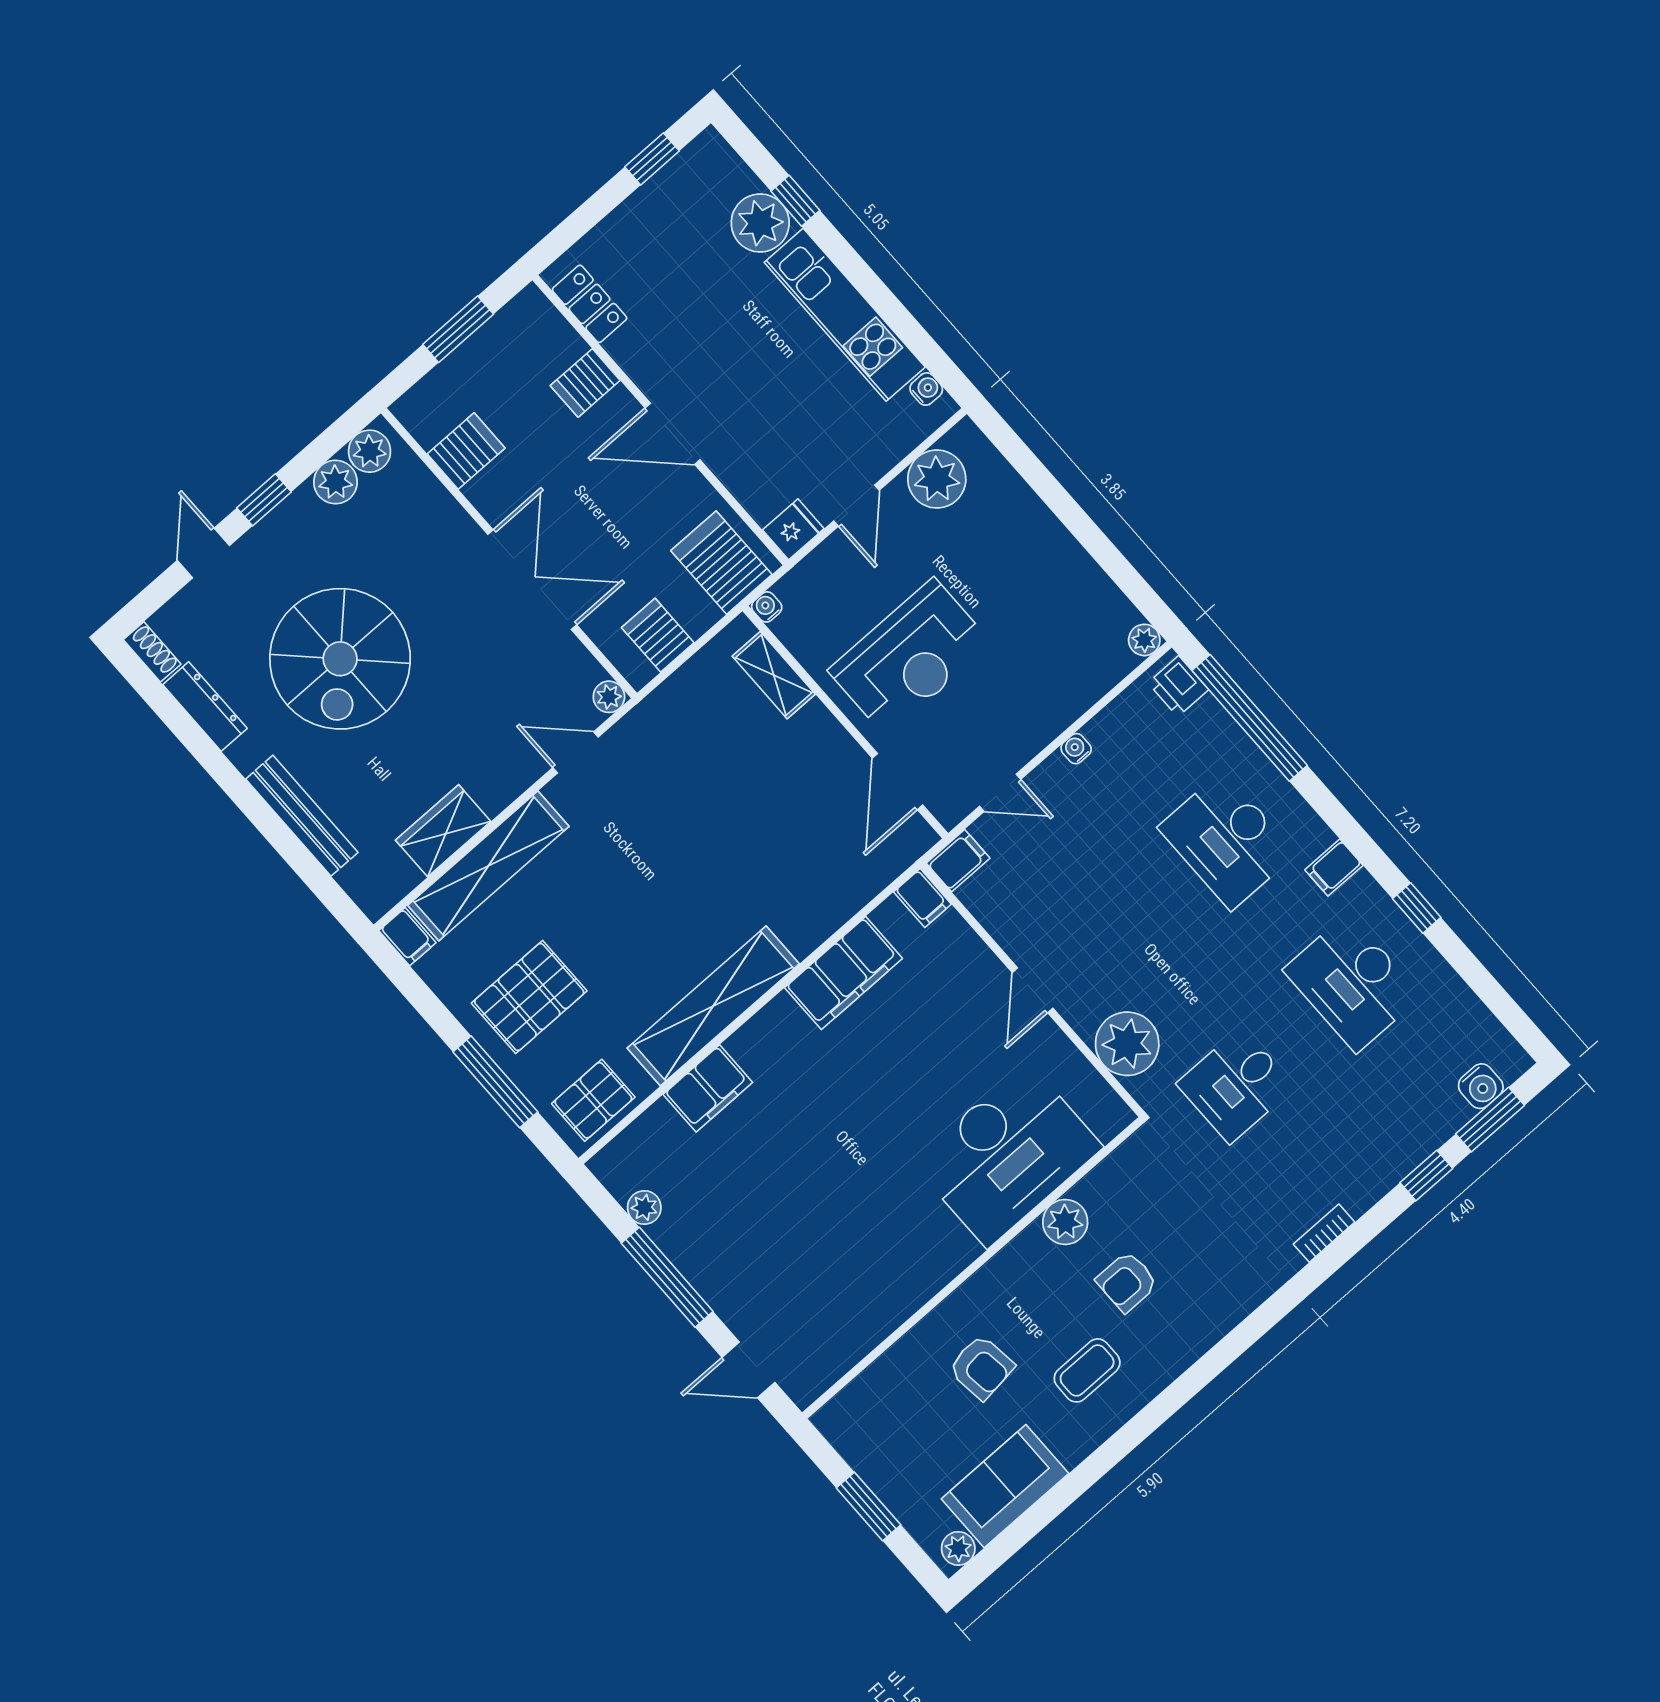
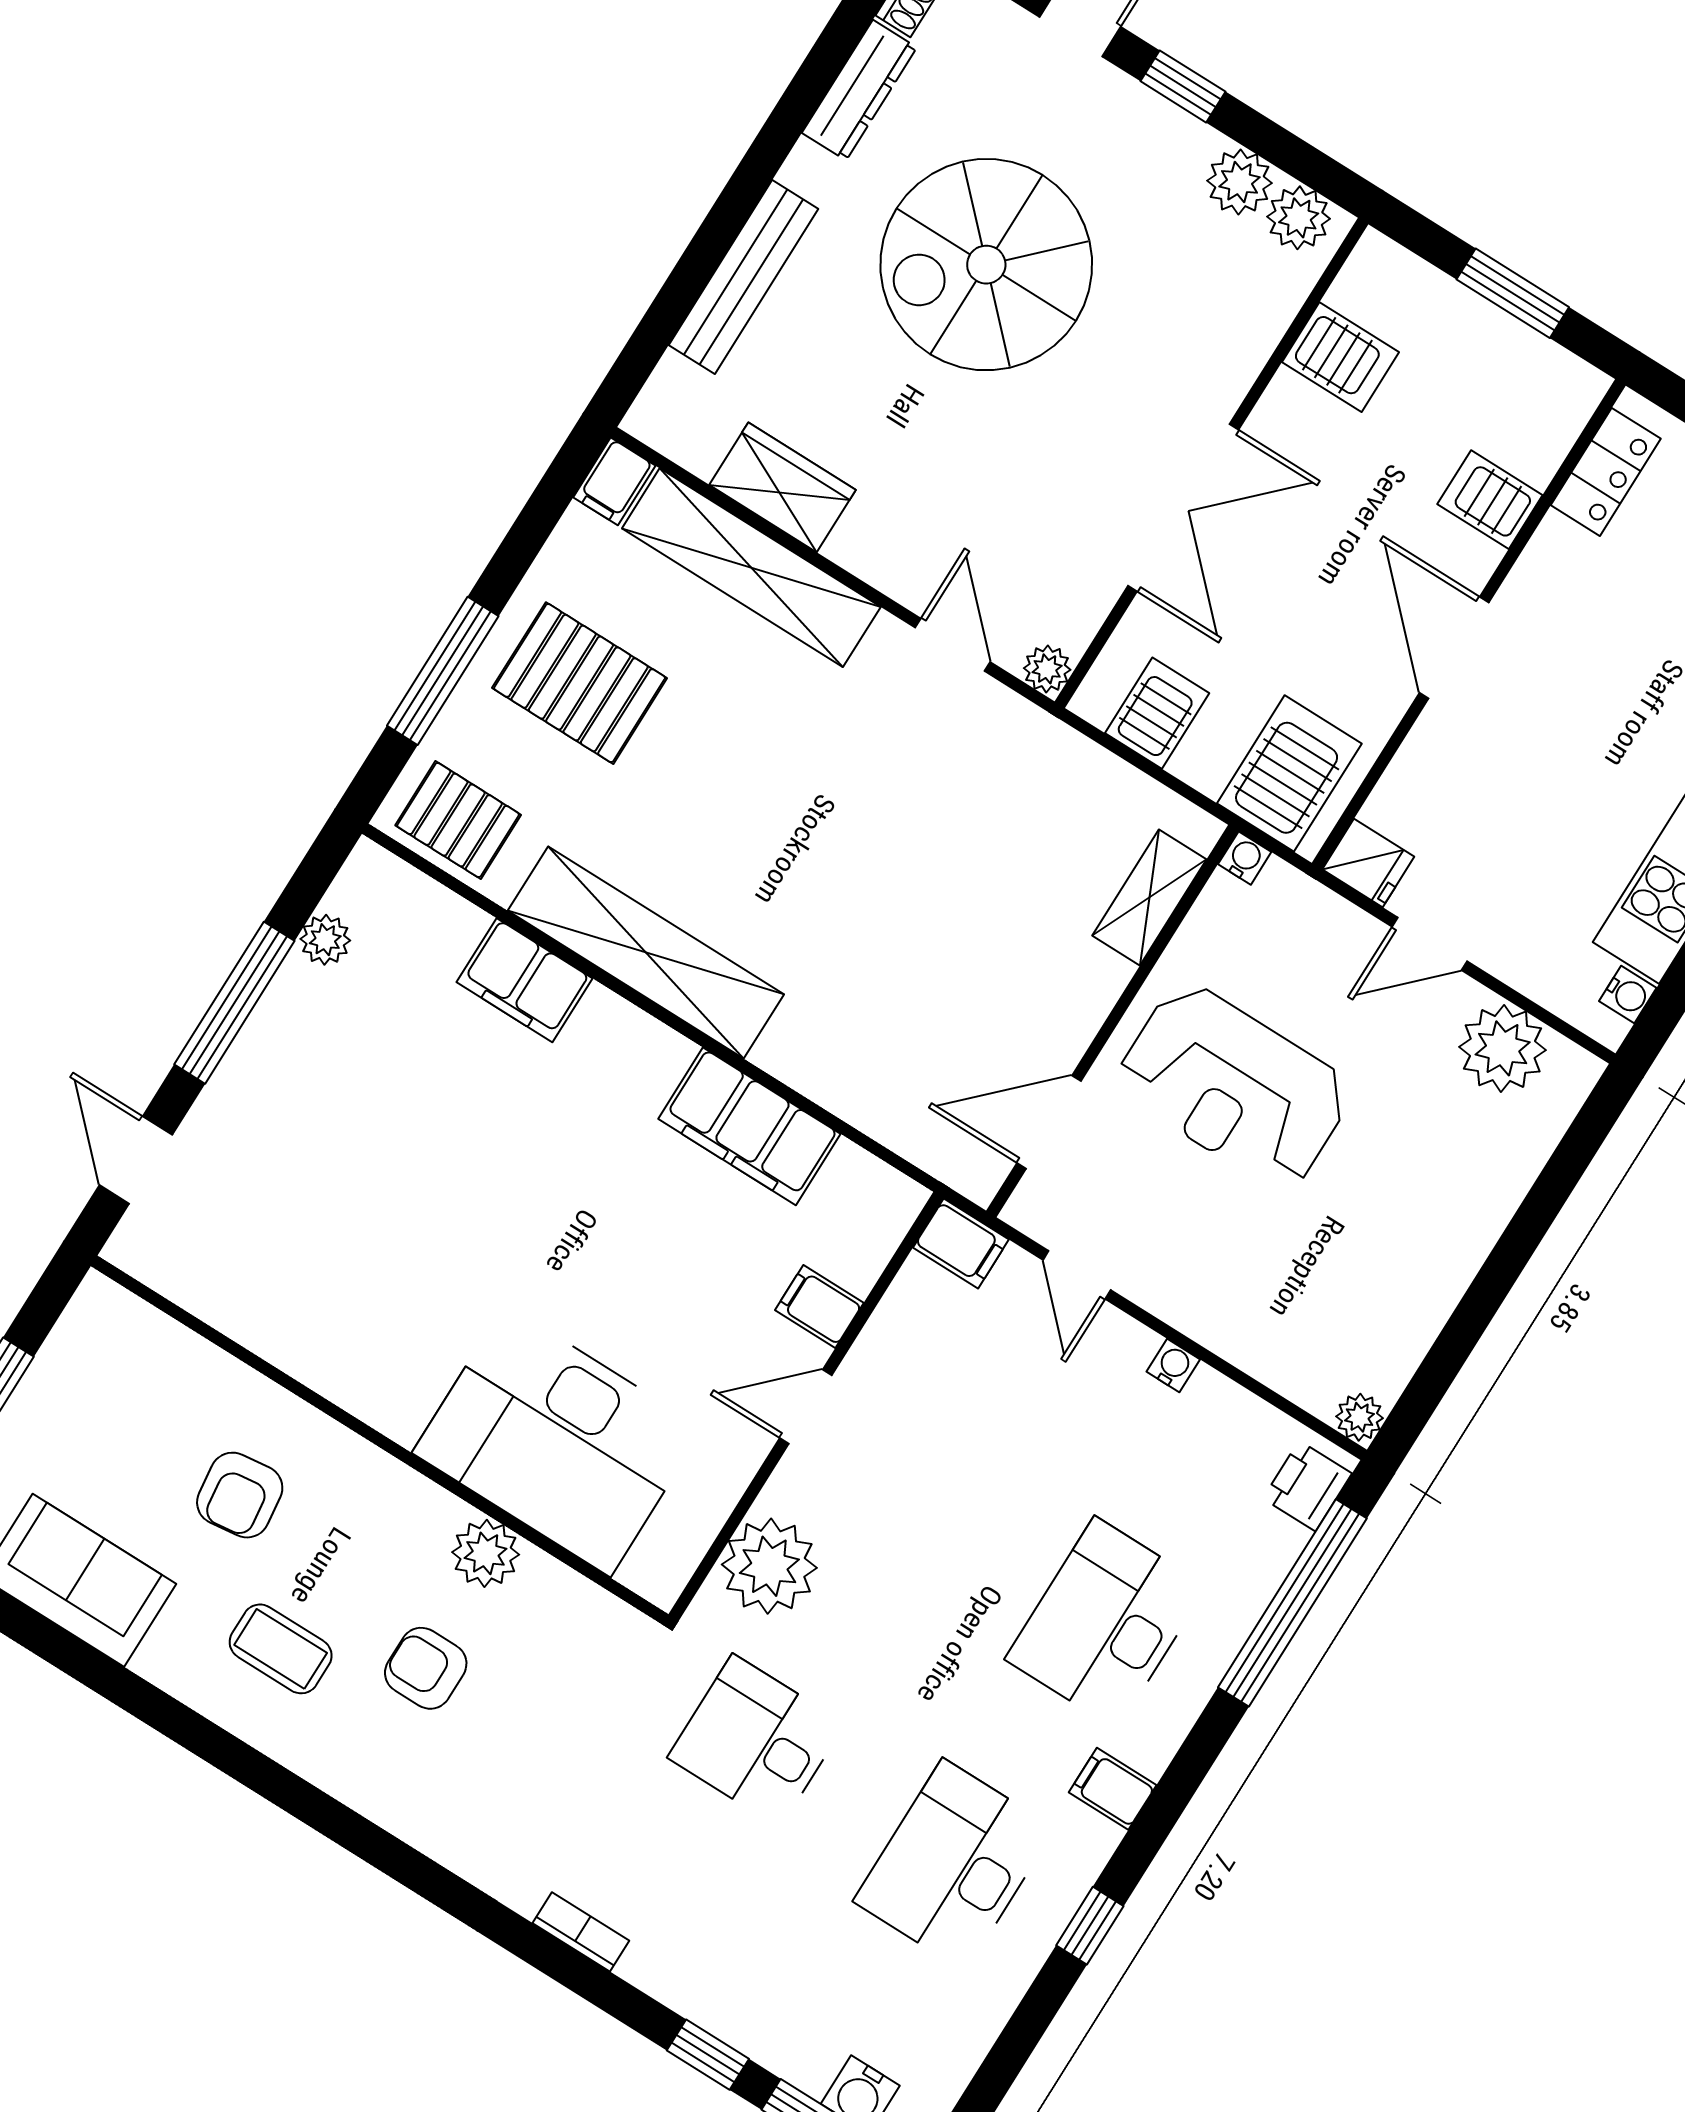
filing cabinet: (922, 898) -> (819, 1307), moved, turned 90

